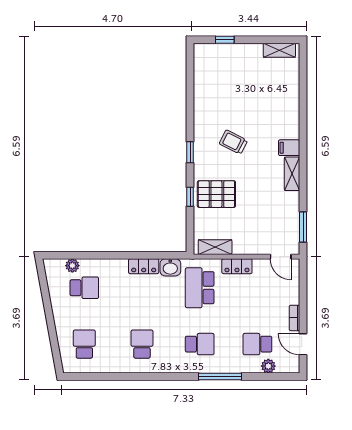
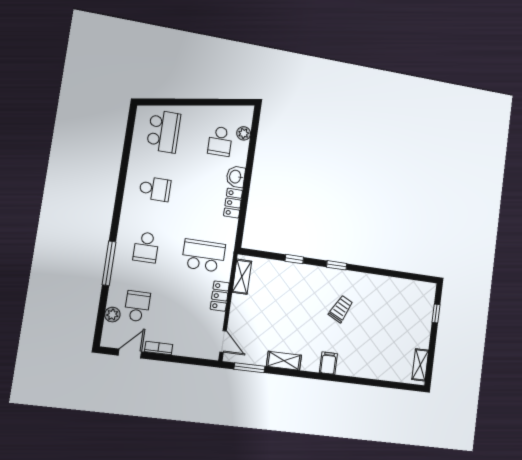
shelving: (292, 174) -> (284, 361), moved
pallet: (216, 194) -> (293, 285), removed
door: (281, 257) -> (223, 341), swing flipped
washbasin: (170, 267) -> (236, 177), moved
school desk: (84, 344) -> (164, 131), width x1.85

